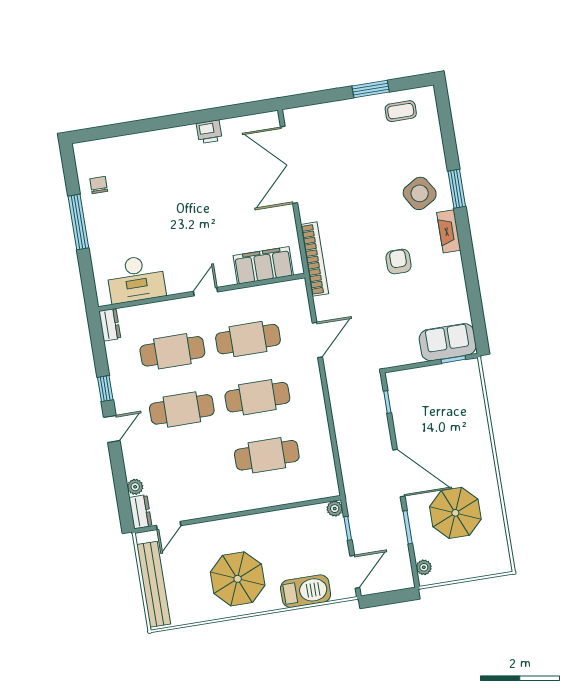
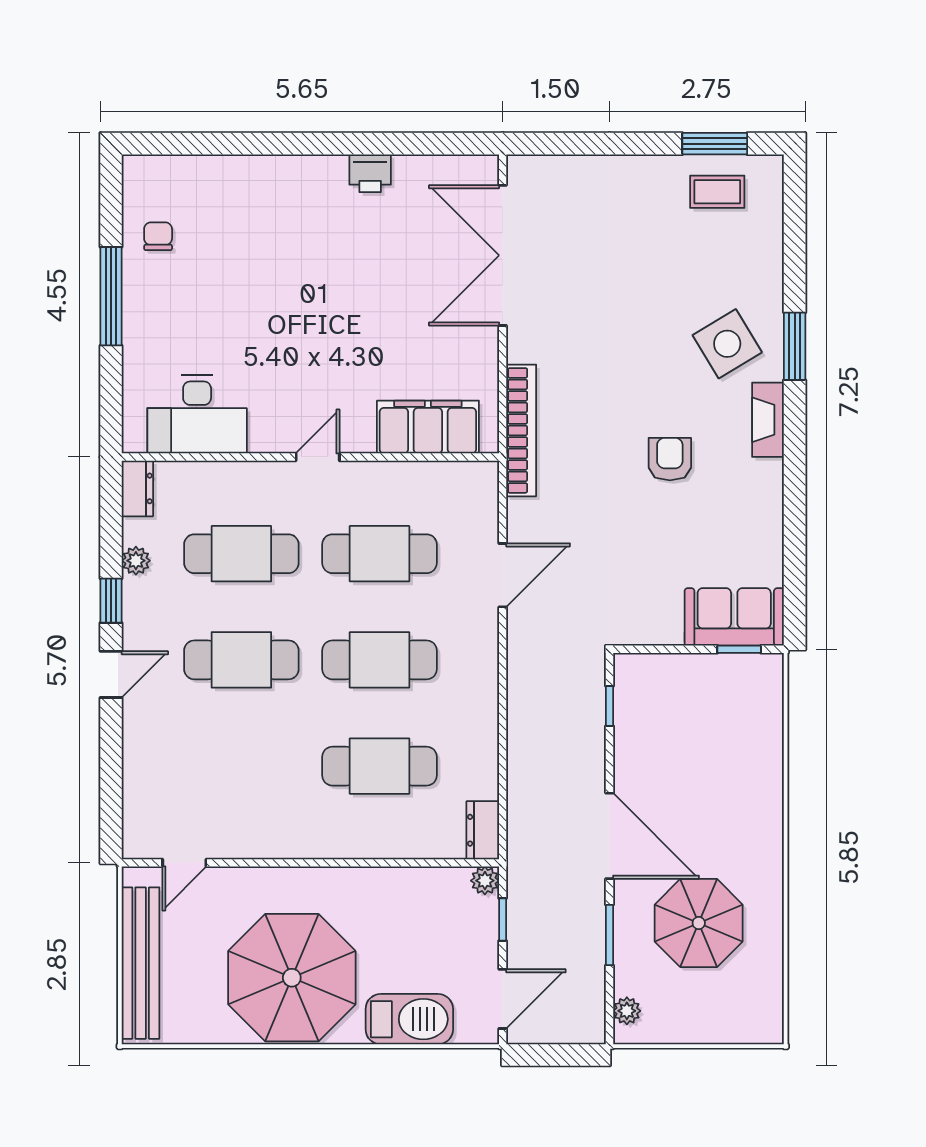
window: (371, 89) -> (715, 144), moved
plant: (135, 487) -> (136, 561), moved
dresser: (140, 512) -> (483, 830), moved, turned 180
parasol: (238, 579) -> (292, 978), width x1.36, depth x1.36

